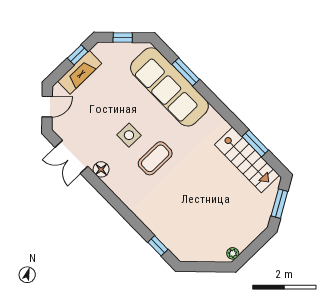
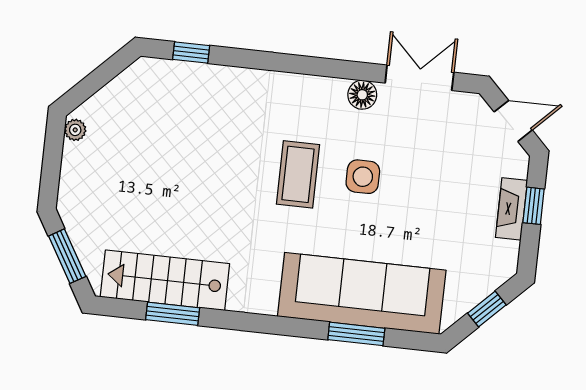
window: (78, 55) -> (534, 206), moved
fireplace: (80, 72) -> (511, 209), width x0.73, depth x0.76
door: (47, 107) -> (513, 121), swing flipped

